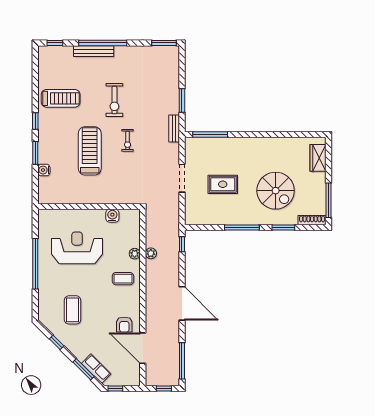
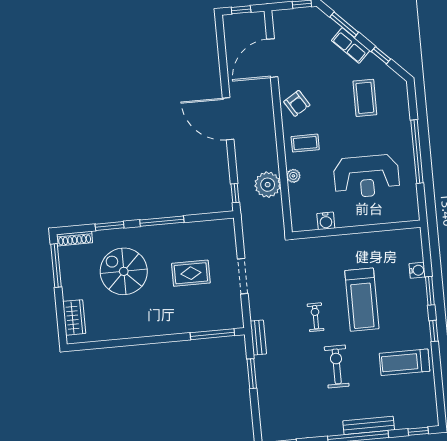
plant: (151, 253) -> (268, 185), width x1.88, depth x1.88
armchair: (124, 325) -> (297, 103), moved, turned 148
door: (143, 348) -> (272, 58), swing flipped
window: (182, 361) -> (221, 47), removed
row of seats: (96, 369) -> (351, 46), moved

